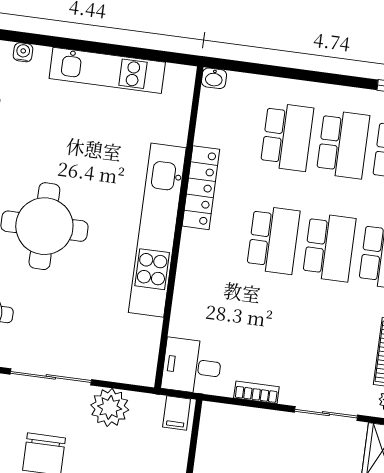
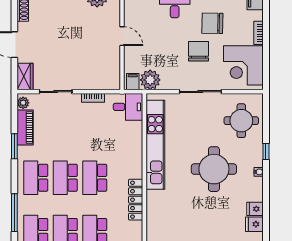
kitchen unit: (157, 230) -> (155, 145), moved
plant: (110, 407) -> (150, 80), moved

